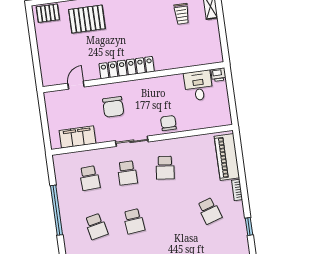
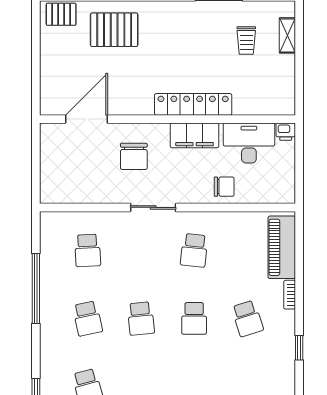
locker: (127, 68) -> (193, 104), moved
door: (76, 85) -> (86, 119), width x1.87
desk: (198, 86) -> (249, 143), width x1.37
chair: (168, 123) -> (224, 187), moved, turned 90
filing cabinet: (78, 137) -> (195, 135), moved, turned 180
school desk: (127, 173) -> (194, 318), moved

